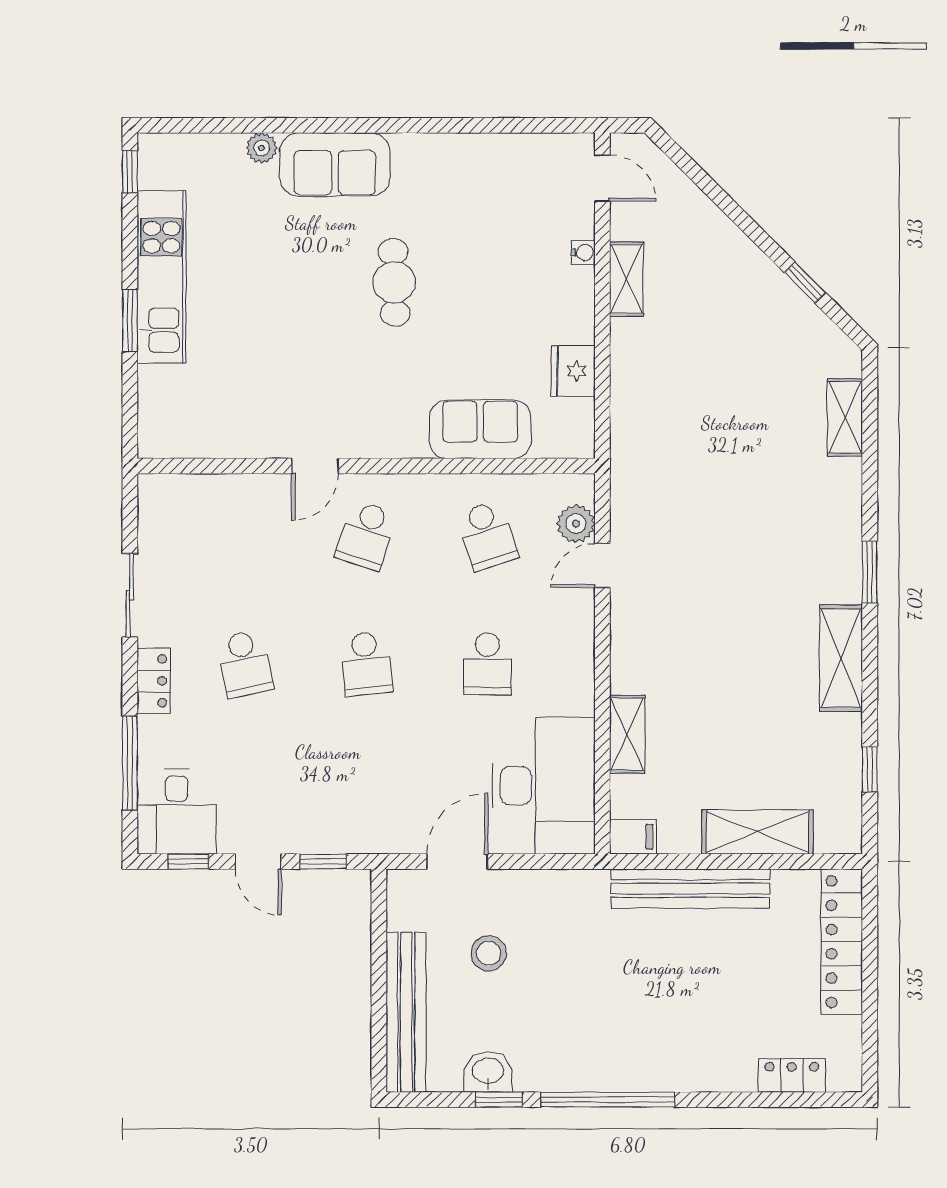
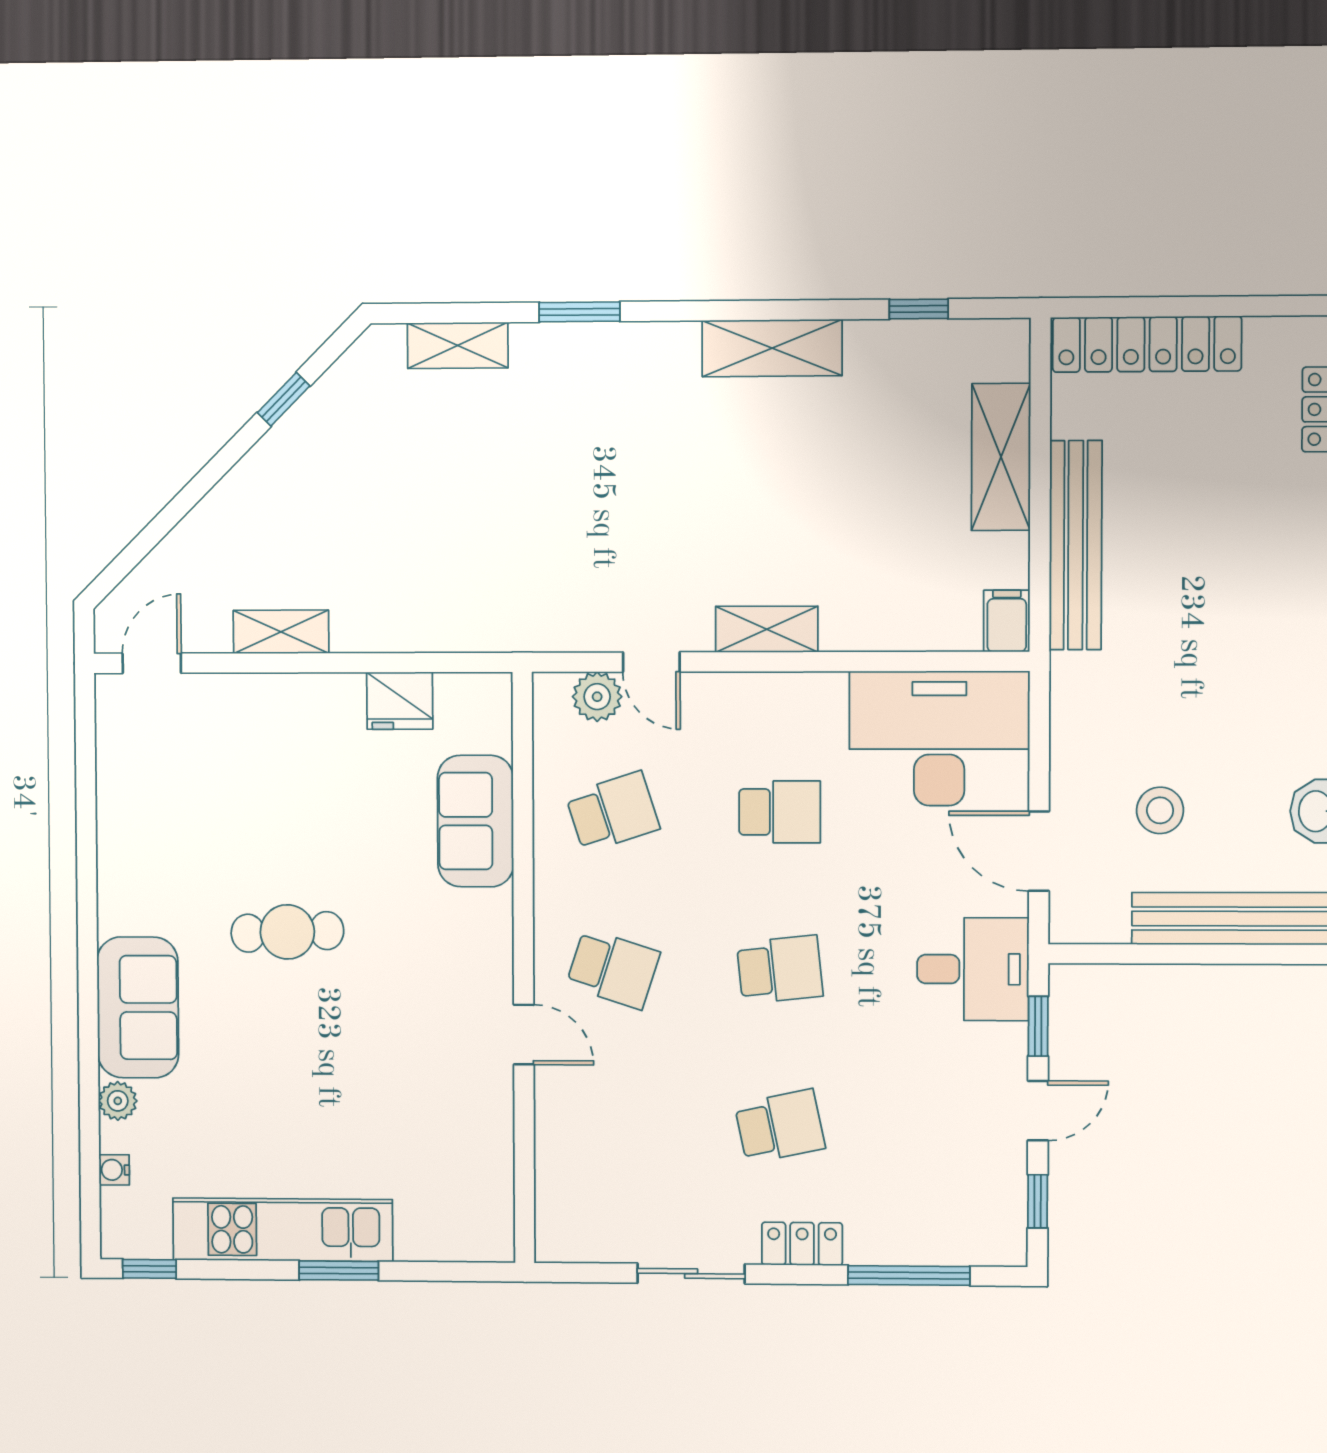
water cooler: (583, 252) -> (114, 1170), moved, turned -90
window: (870, 572) -> (579, 312), moved
shelving: (627, 734) -> (767, 629), moved
desk: (177, 812) -> (973, 969), moved

